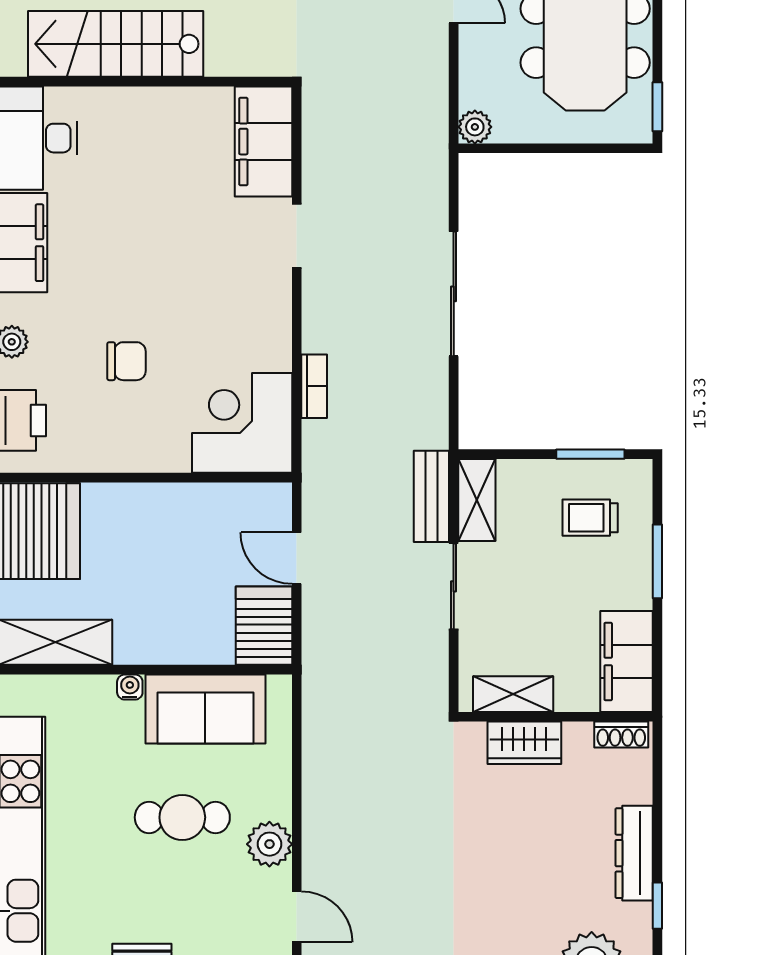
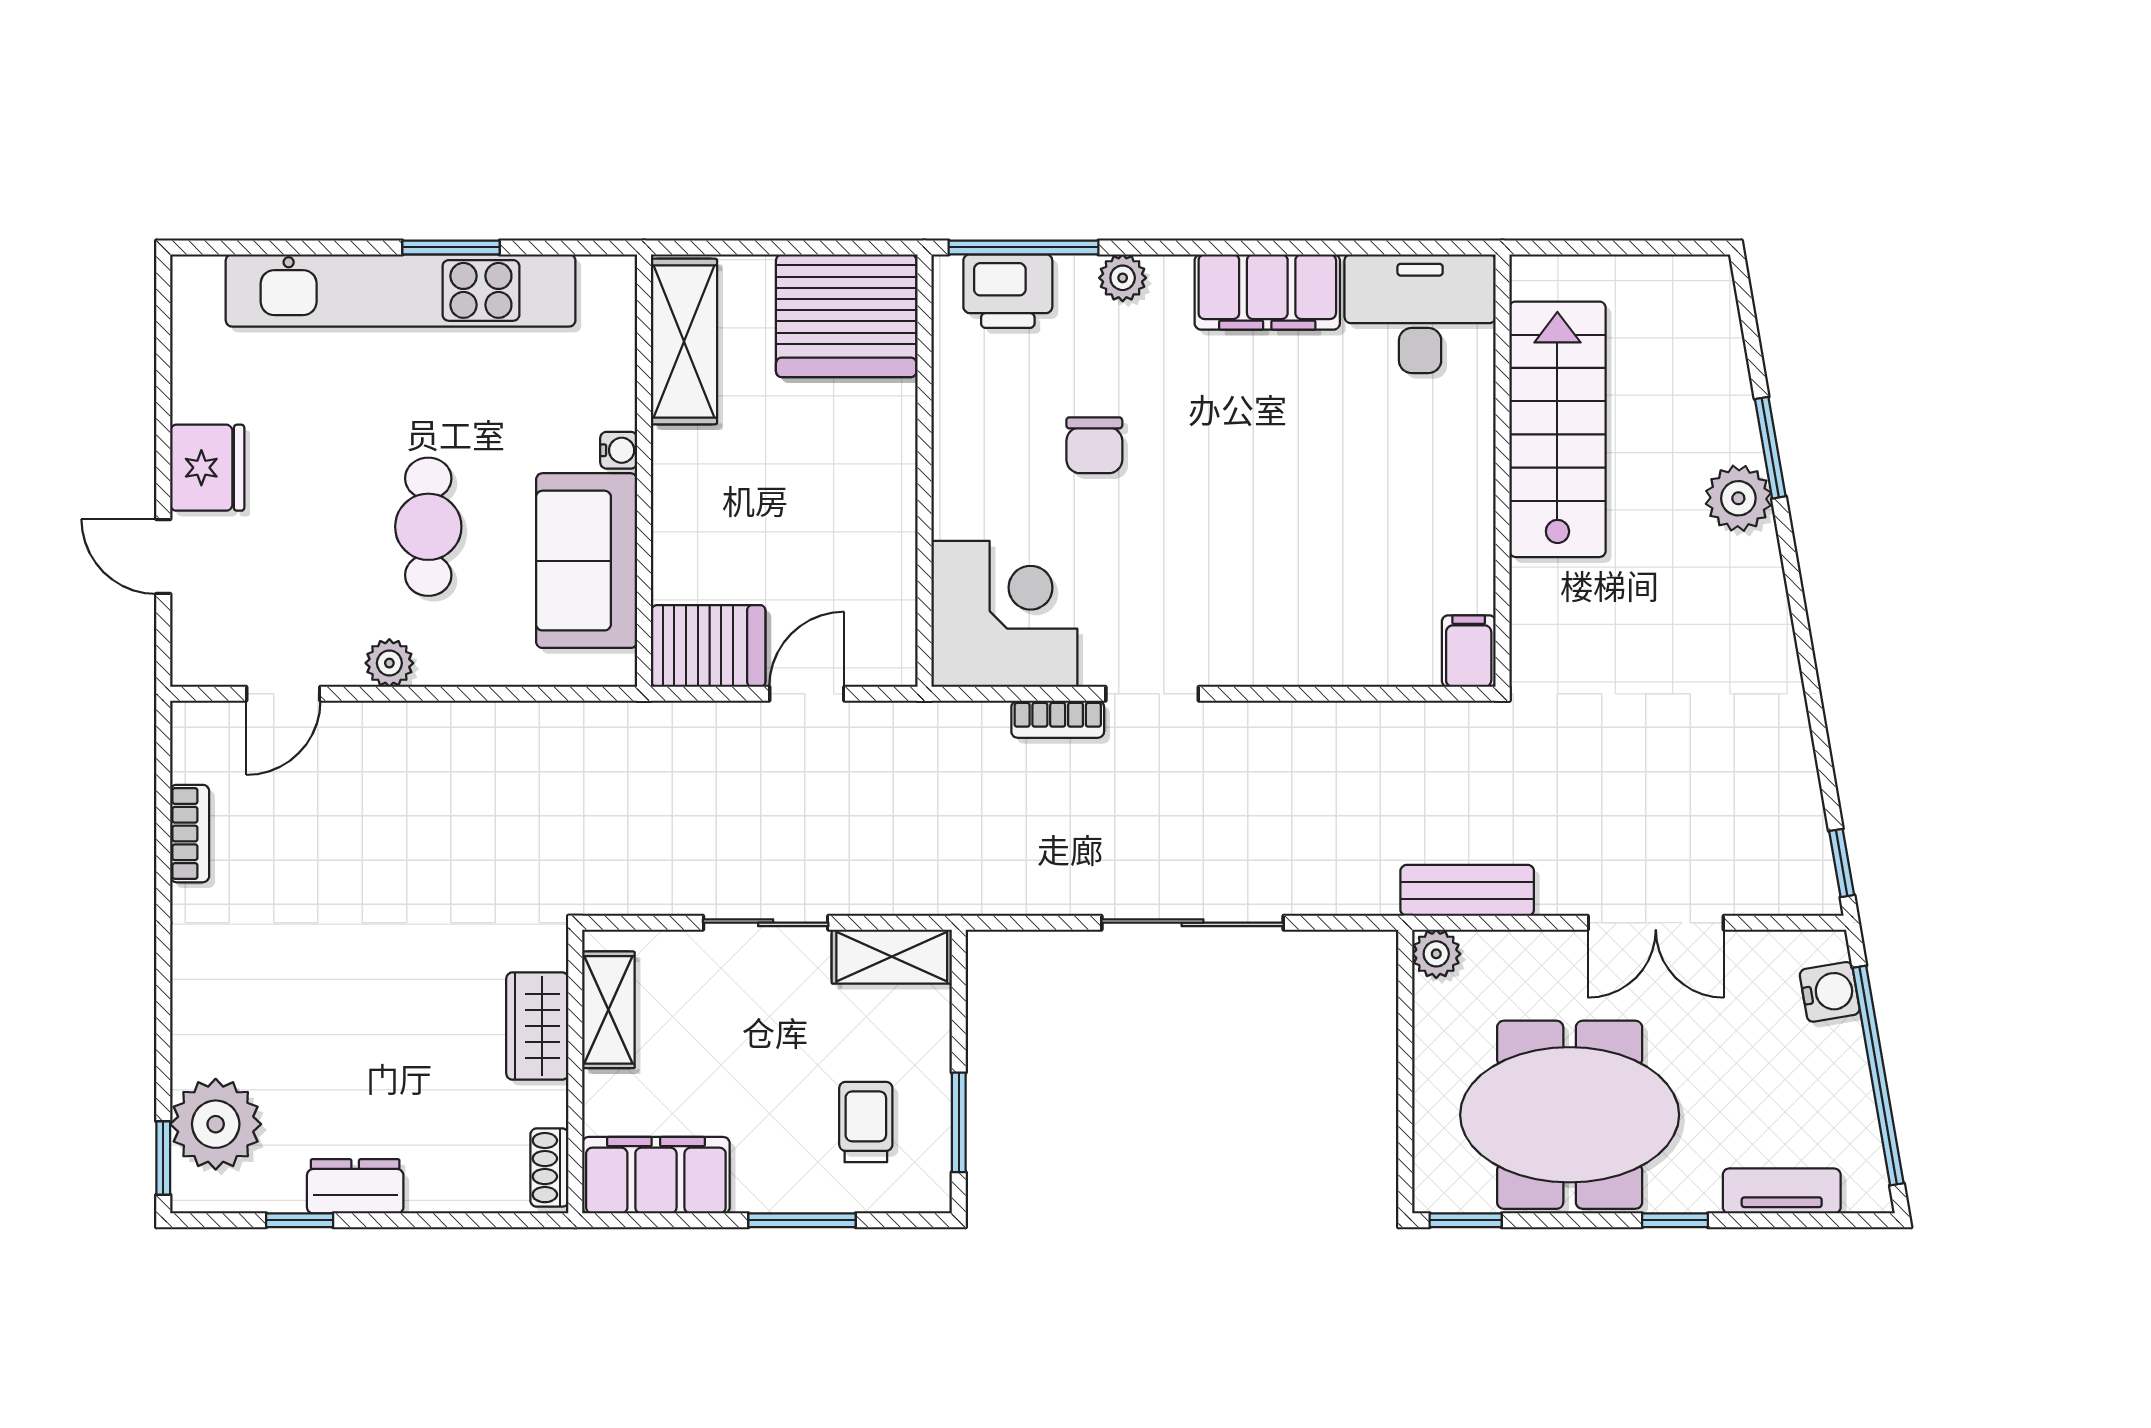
filing cabinet: (263, 142) -> (1469, 651), width x0.33, depth x0.86
doorway: (297, 236) -> (1152, 694), moved
bench: (431, 496) -> (1467, 890), moved
plant: (269, 844) -> (389, 663), width x0.73, depth x0.73
dresser: (634, 853) -> (355, 1186), width x0.70

